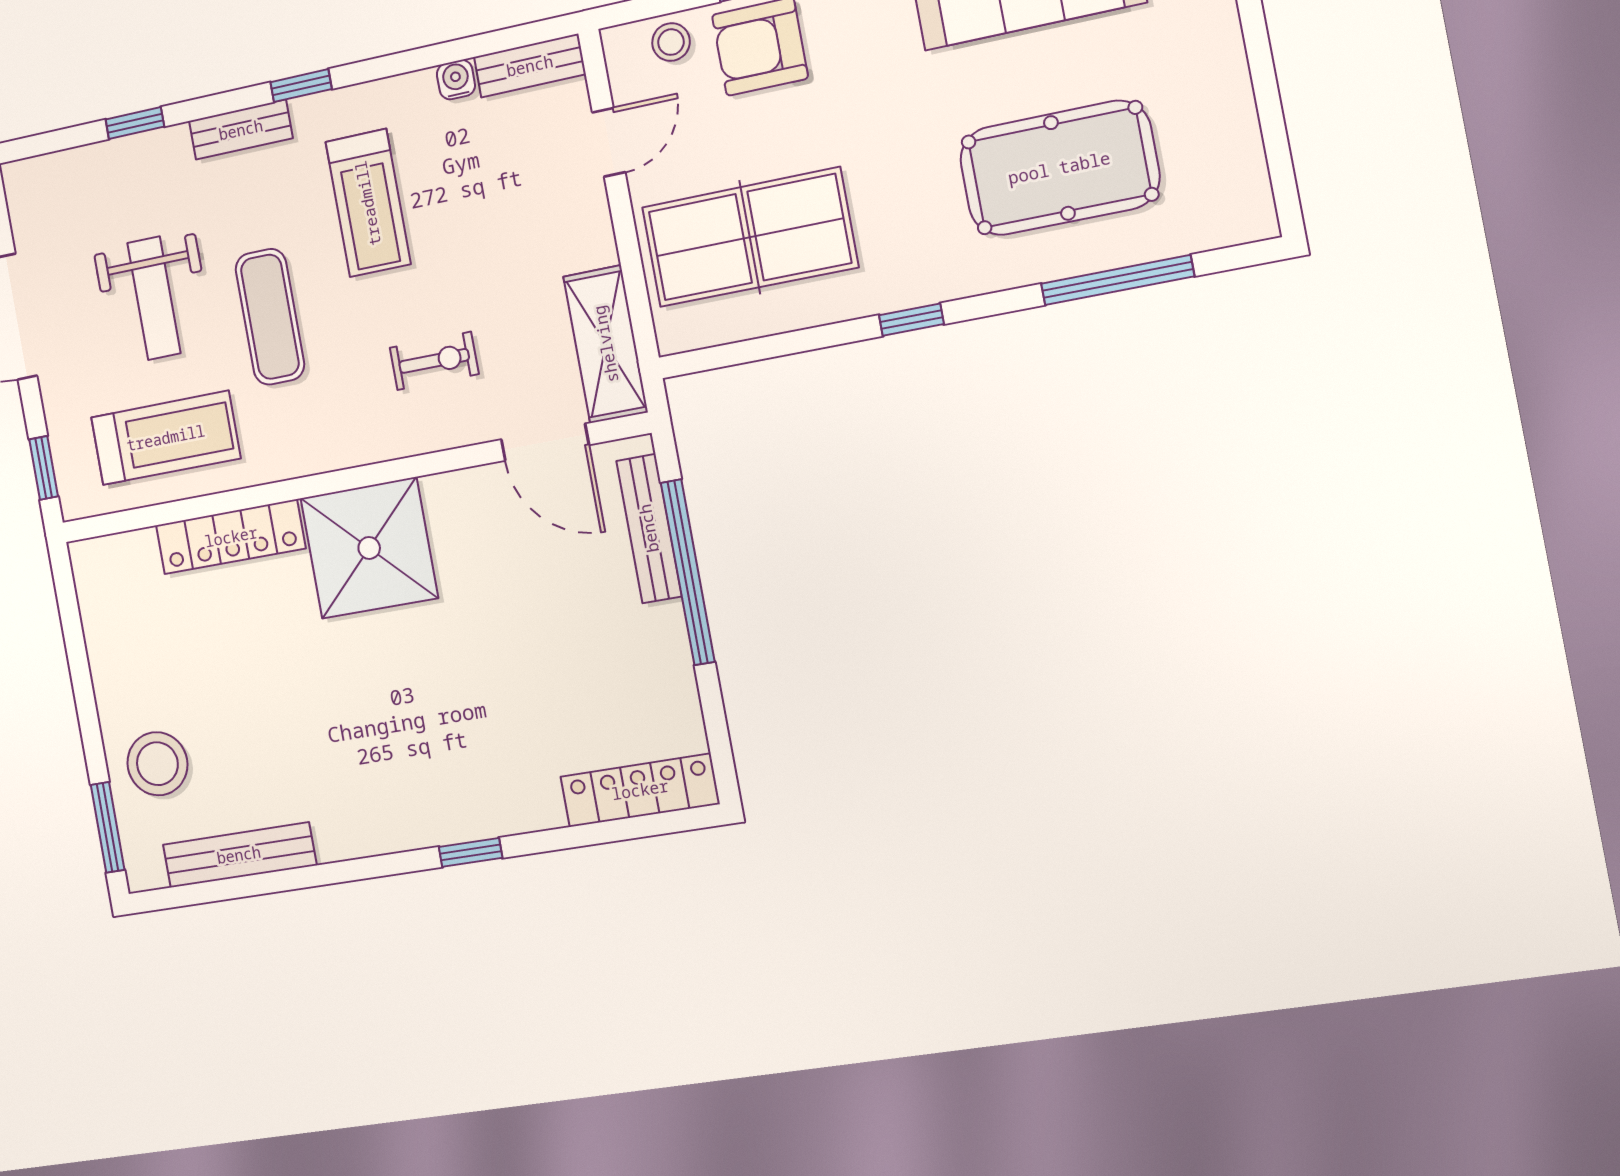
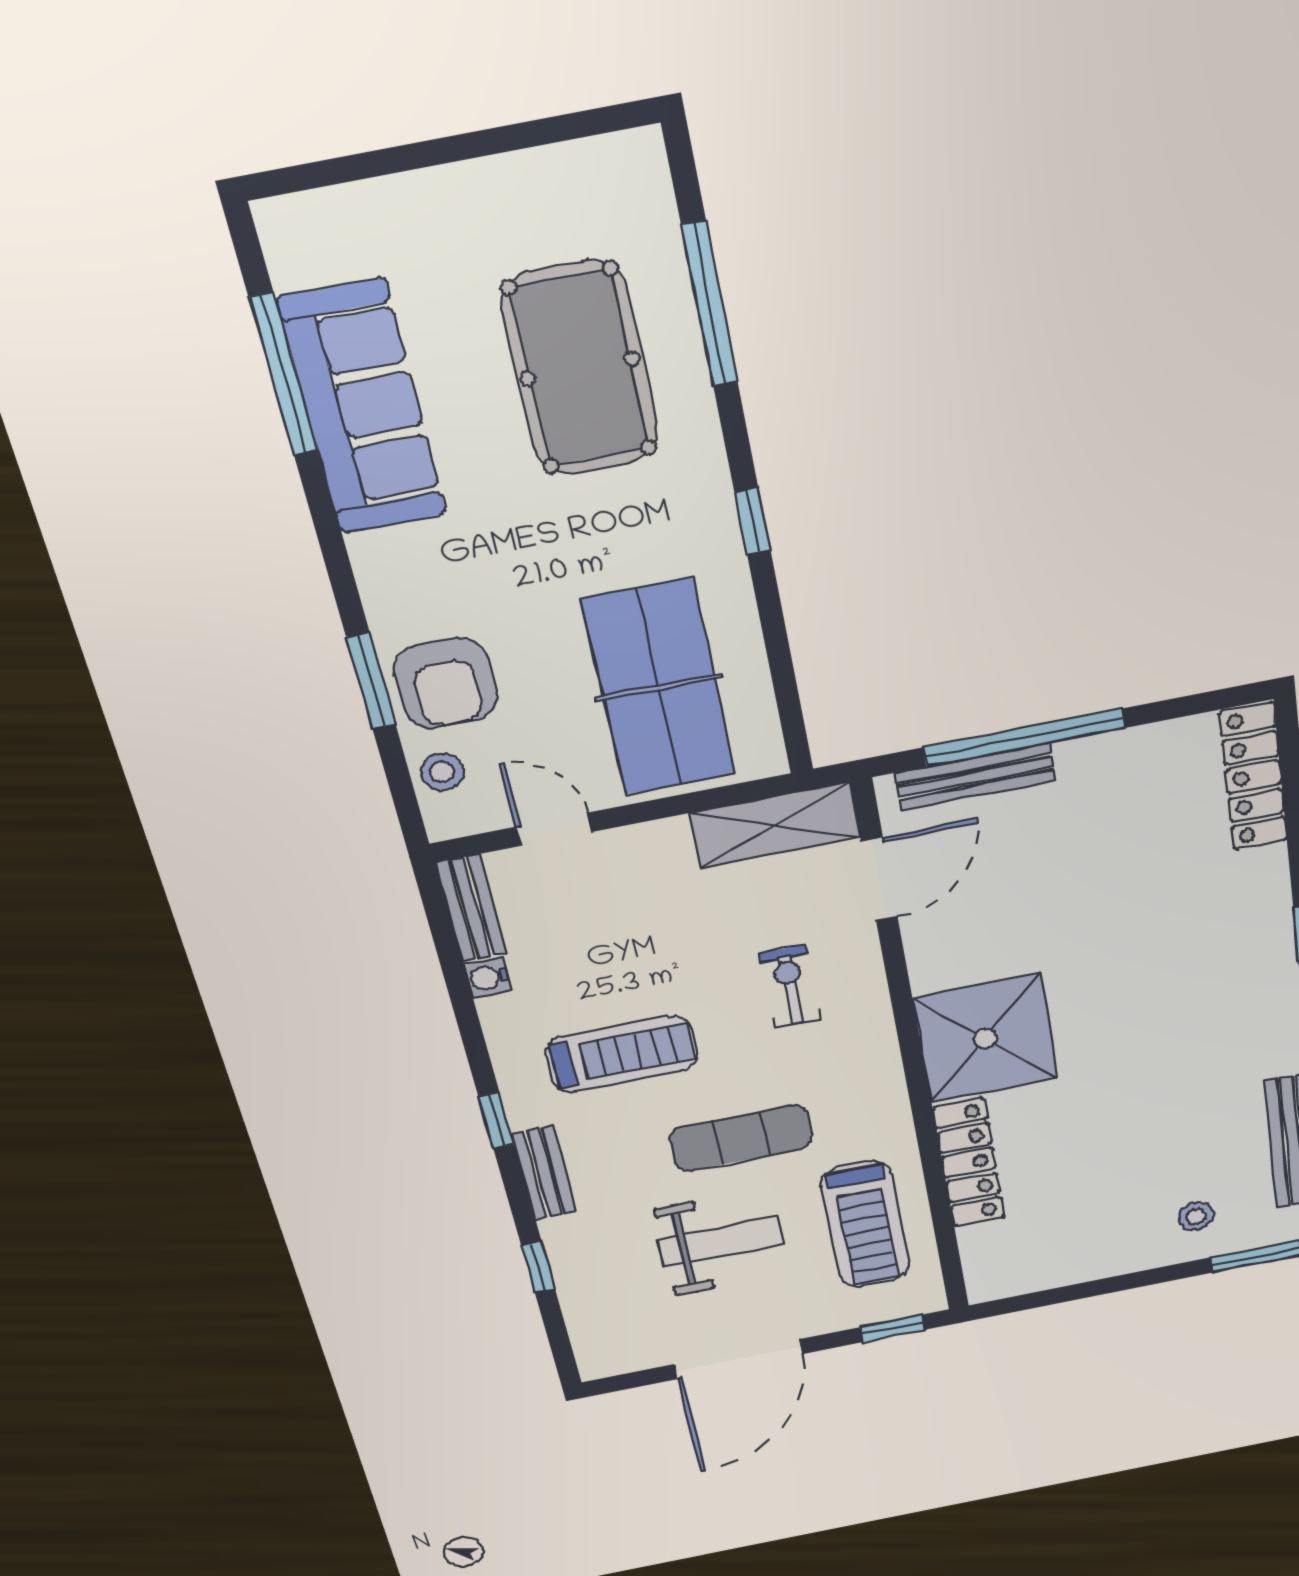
treadmill: (166, 438) -> (865, 1225), turned 180
stool: (157, 764) -> (1196, 1216), width x0.53, depth x0.53

